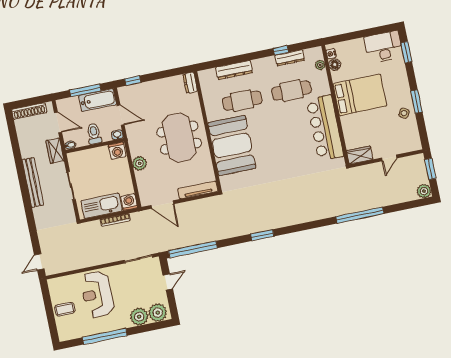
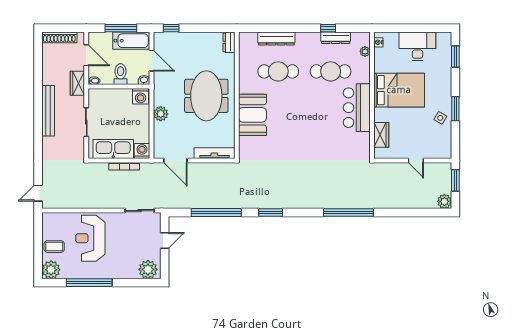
desk: (384, 47) -> (417, 46), moved
floor lamp: (335, 65) -> (380, 54), removed
bar counter: (325, 128) -> (357, 108), width x0.73
booth: (232, 145) -> (253, 115), width x0.73, depth x0.70
wardrobe: (360, 155) -> (381, 135), moved, turned 90
door: (389, 158) -> (416, 160), hinge flipped
window: (360, 215) -> (348, 212), moved
window: (193, 249) -> (216, 212), moved
plant: (139, 317) -> (51, 270), moved

